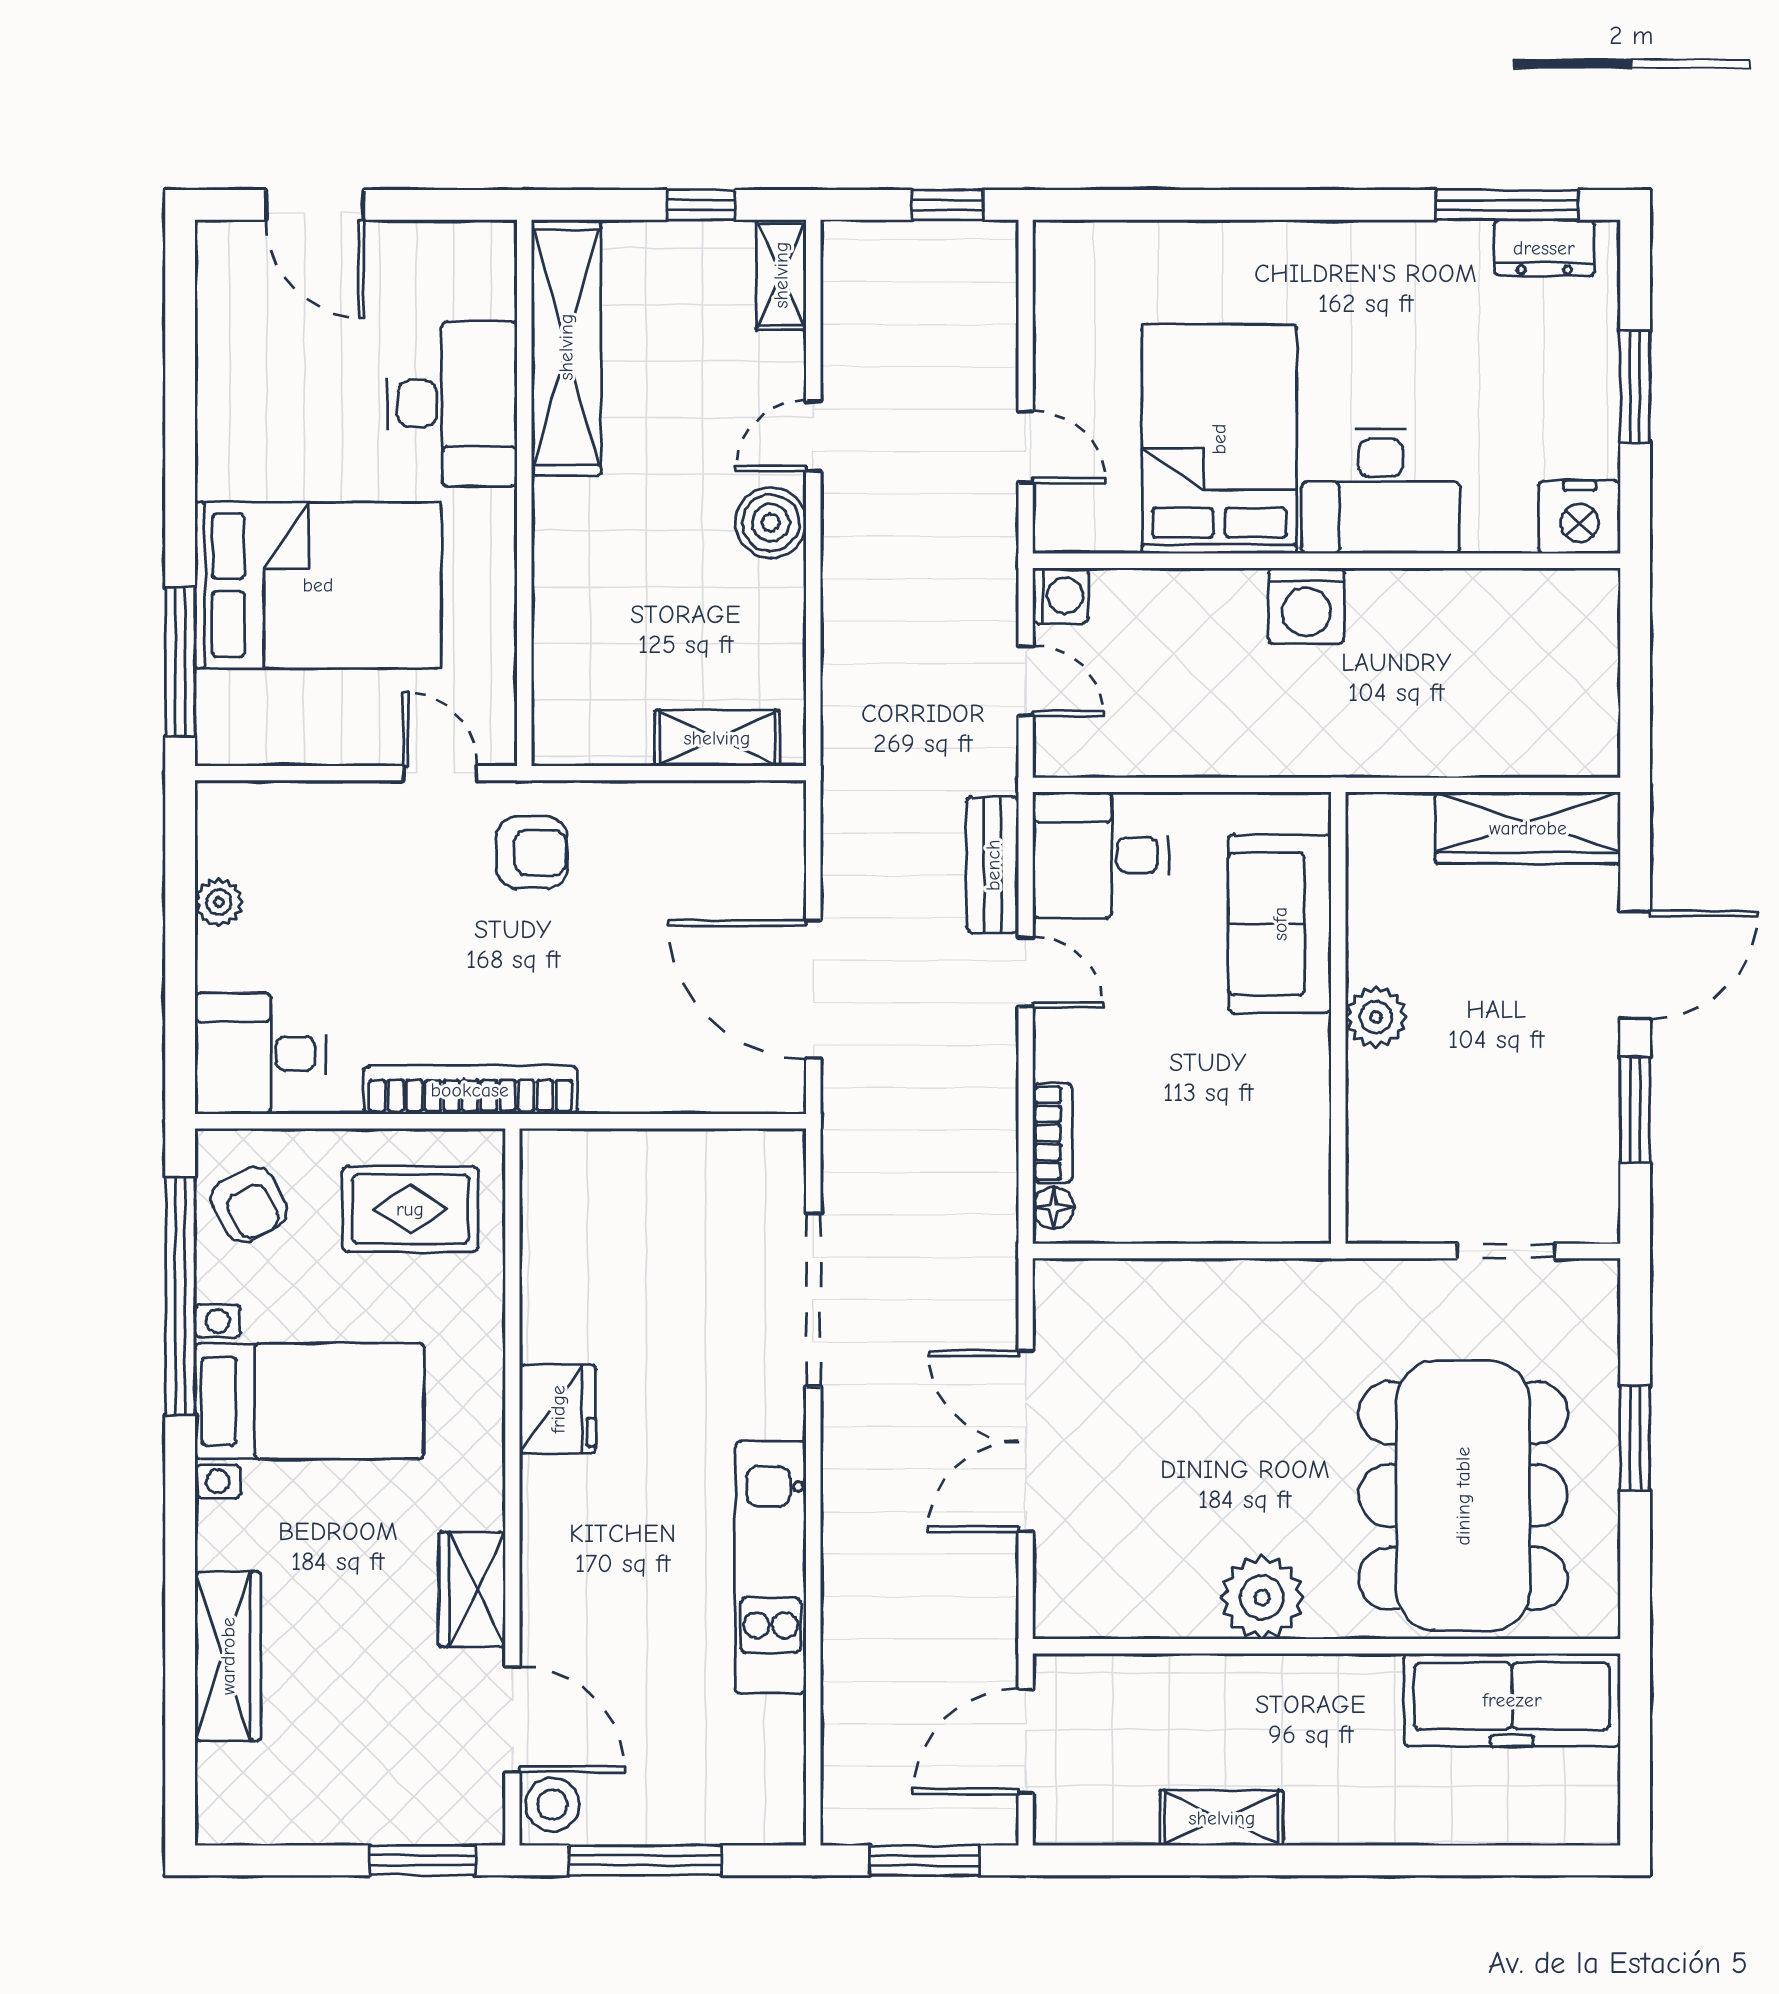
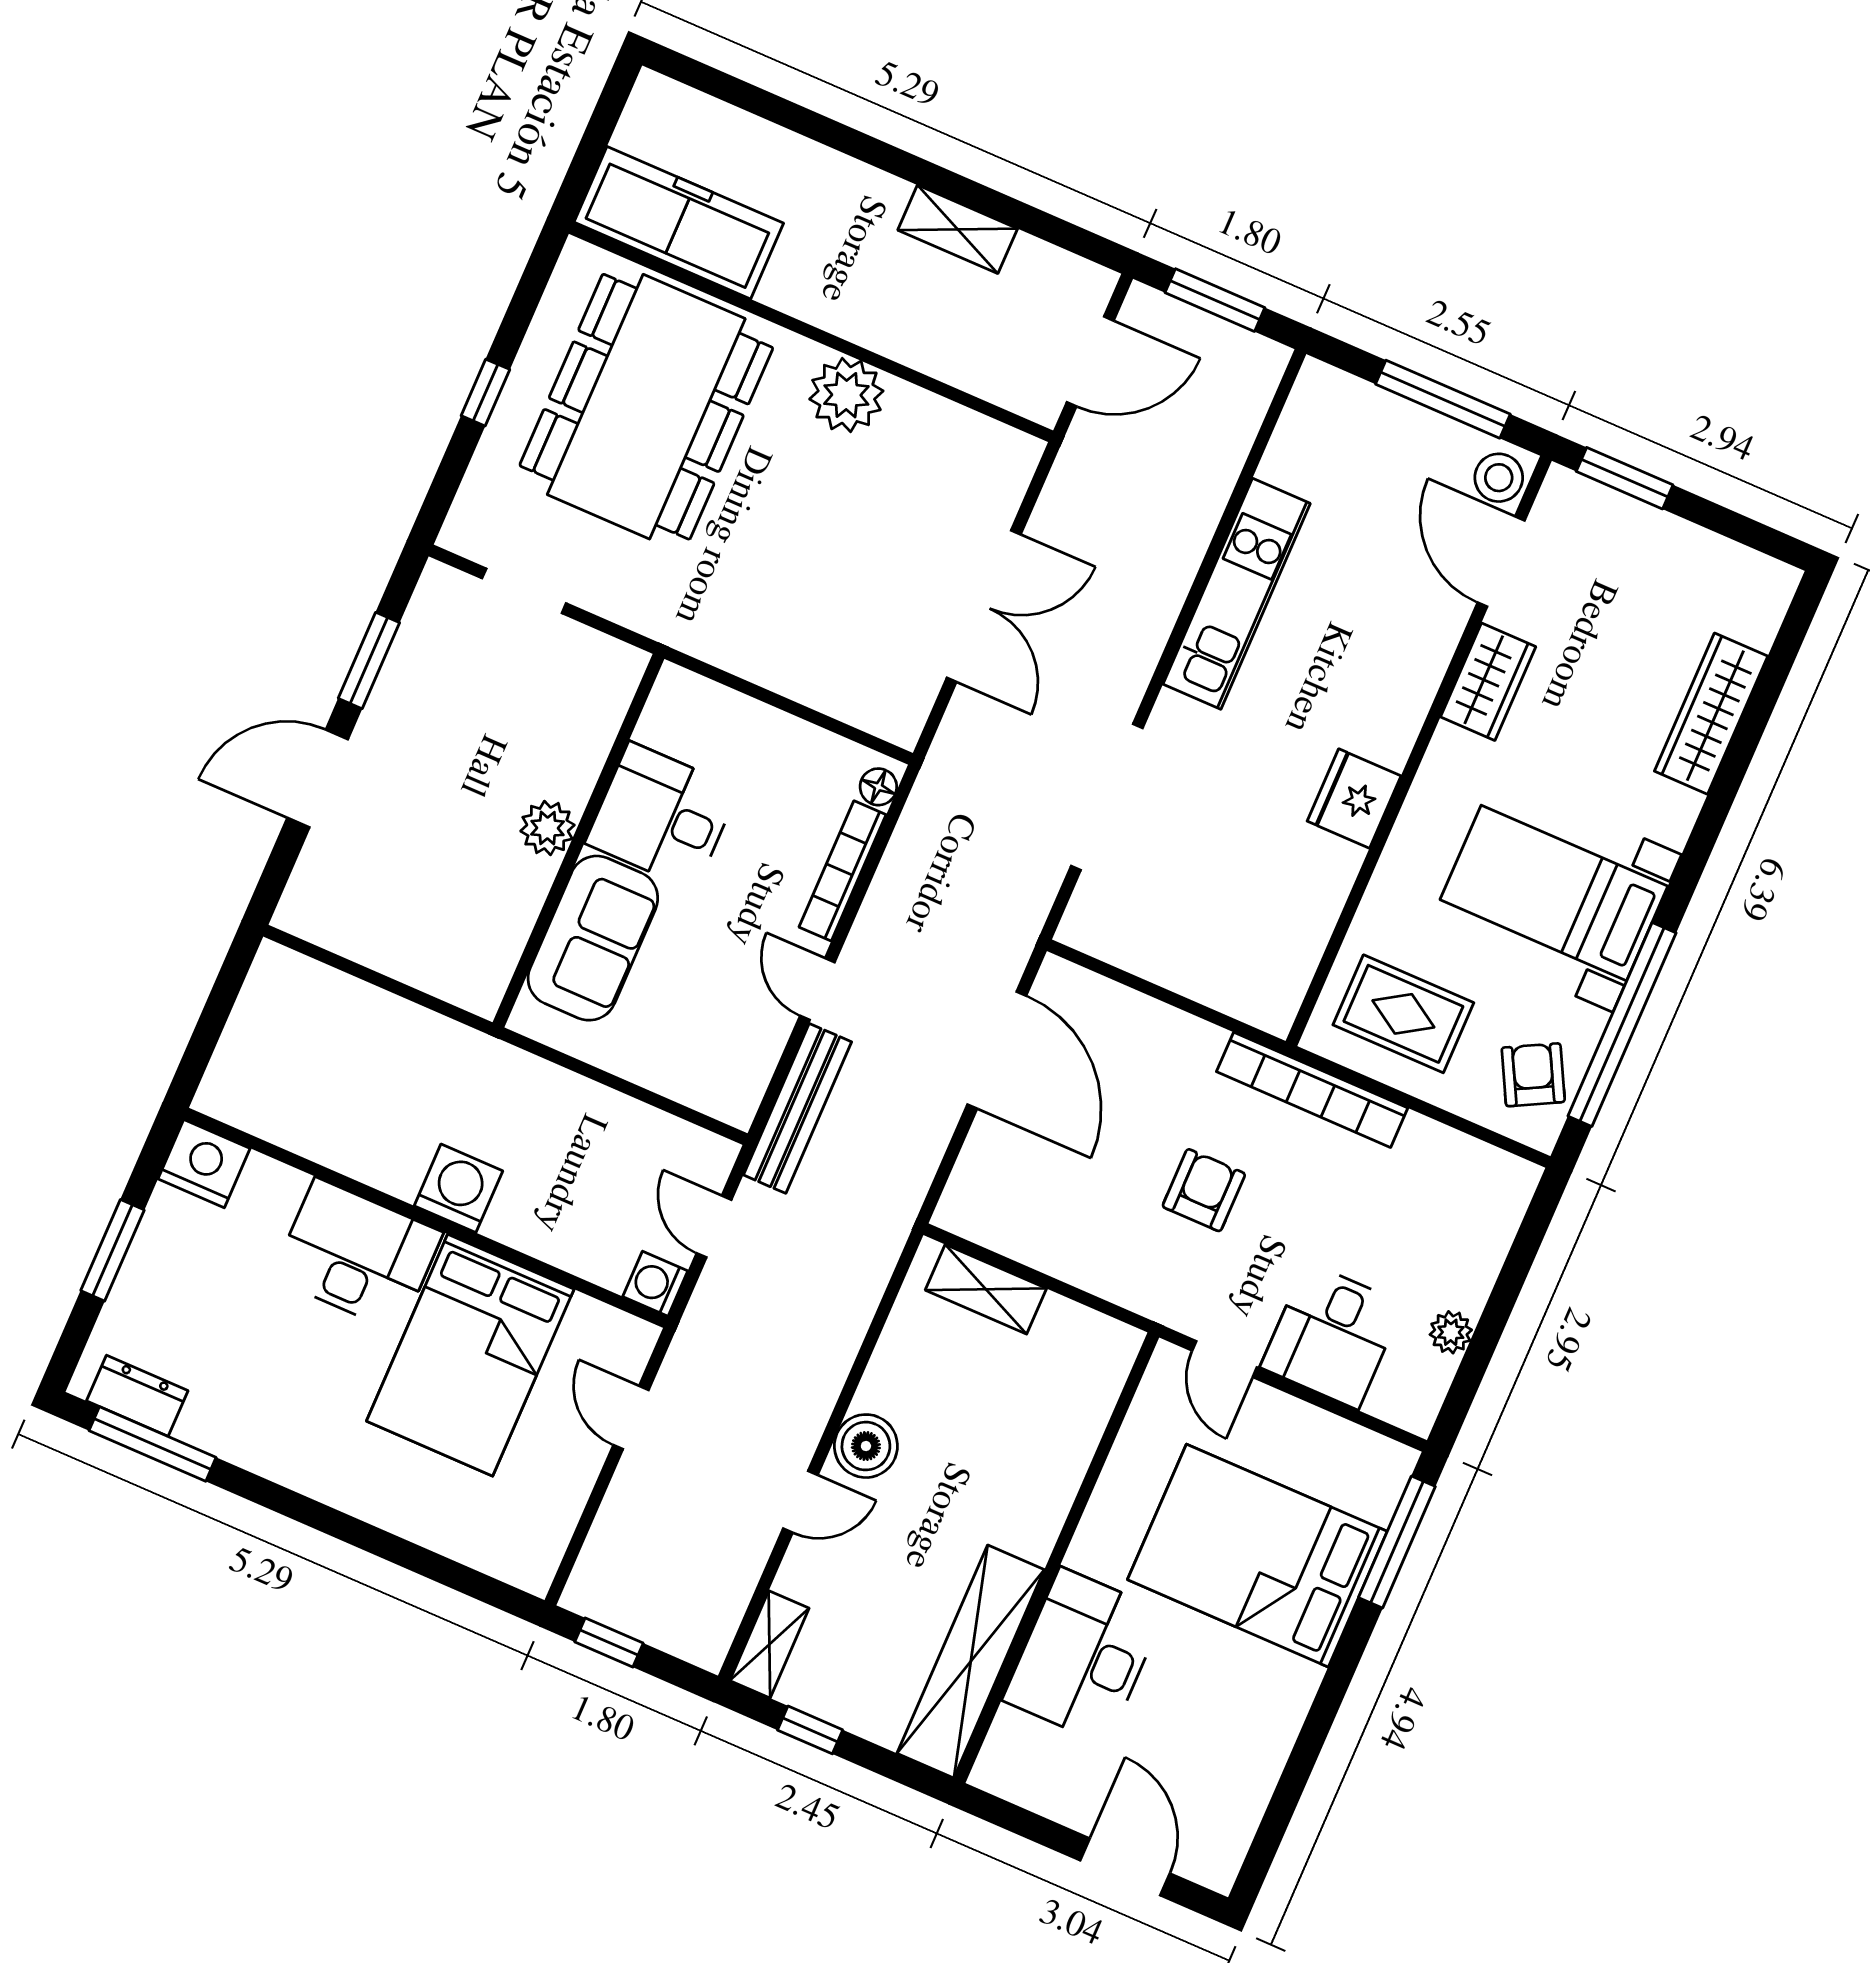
wardrobe: (1528, 828) -> (357, 929), removed
armchair: (532, 853) -> (1204, 1190), moved, turned 90
desk: (1101, 855) -> (662, 816), moved, turned 180
bench: (993, 865) -> (797, 1108), width x1.36
desk: (260, 1054) -> (1332, 1336), moved, turned 90
bookcase: (1053, 1133) -> (843, 871), width x1.56
window: (1635, 1438) -> (485, 393), width x0.67

